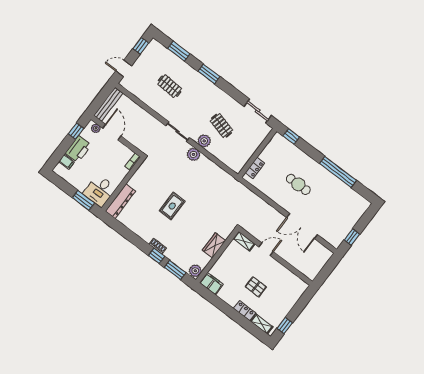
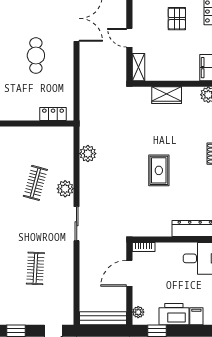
door: (112, 132) -> (129, 273), moved
plant: (193, 154) -> (88, 154), moved
rug: (172, 206) -> (159, 170), turned 90

